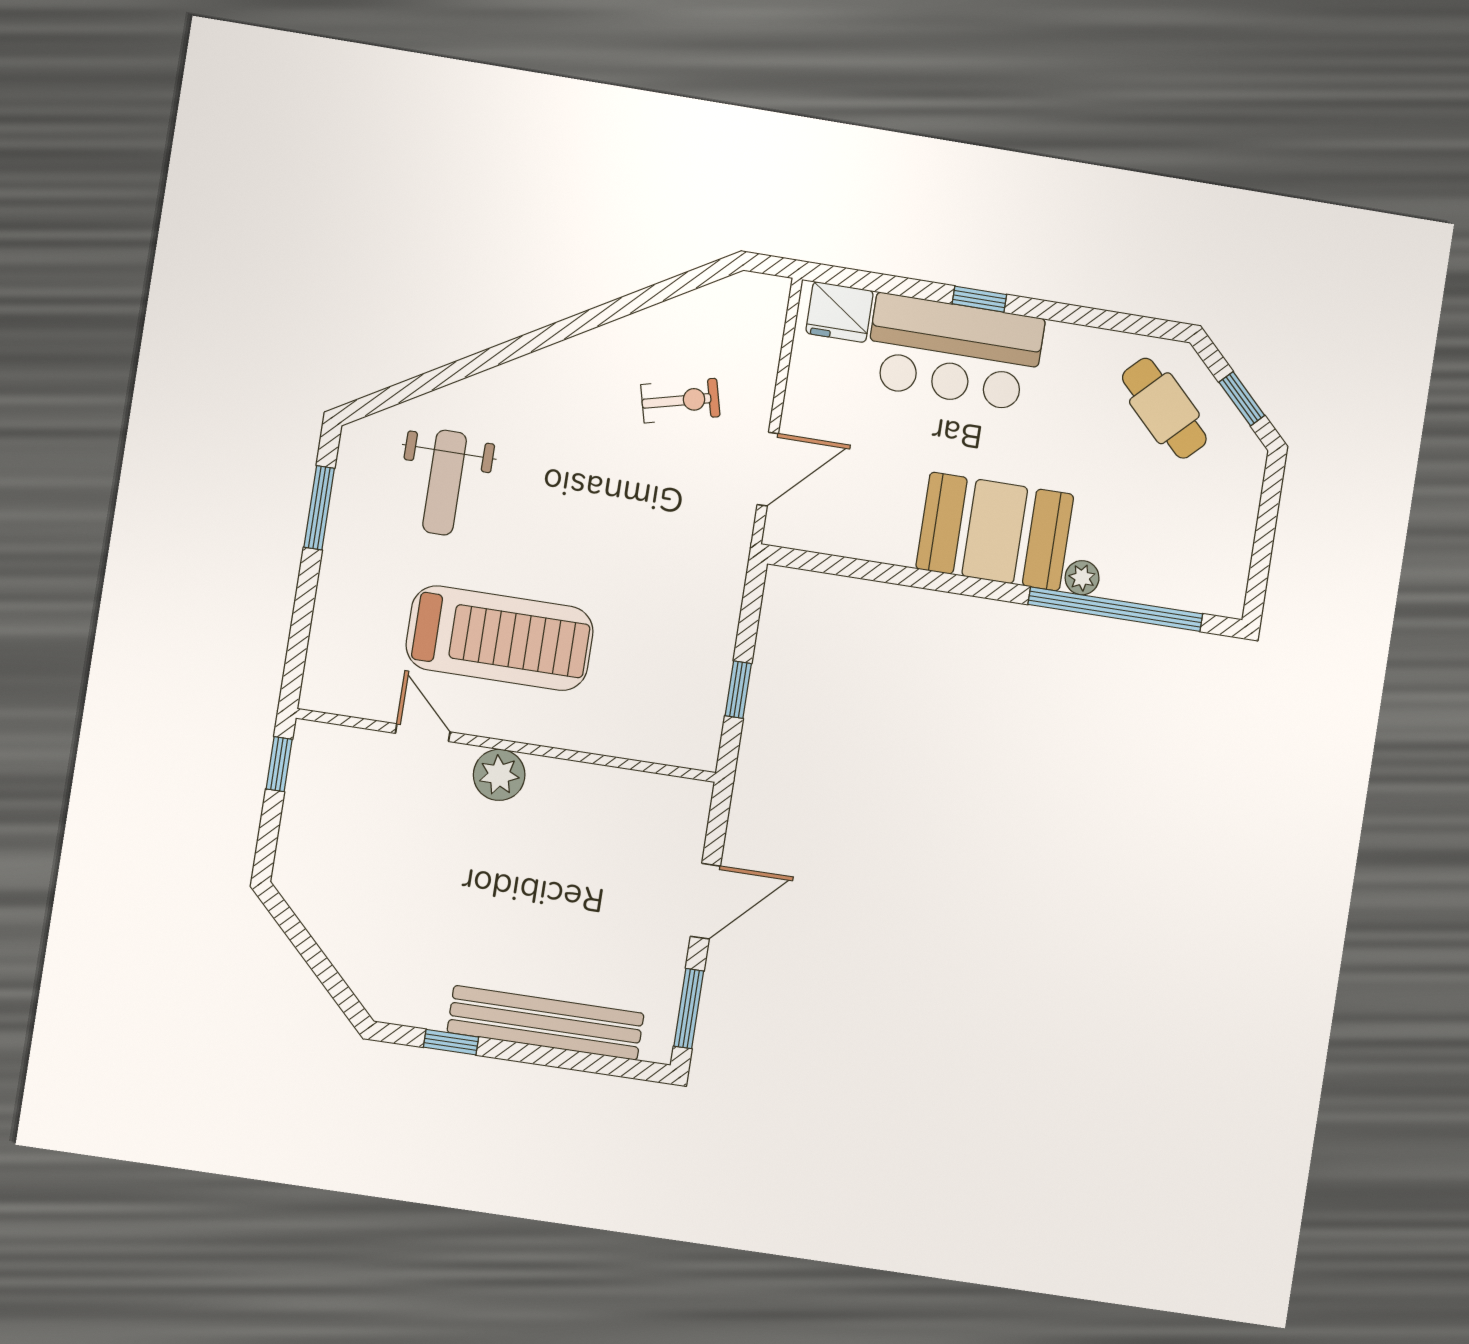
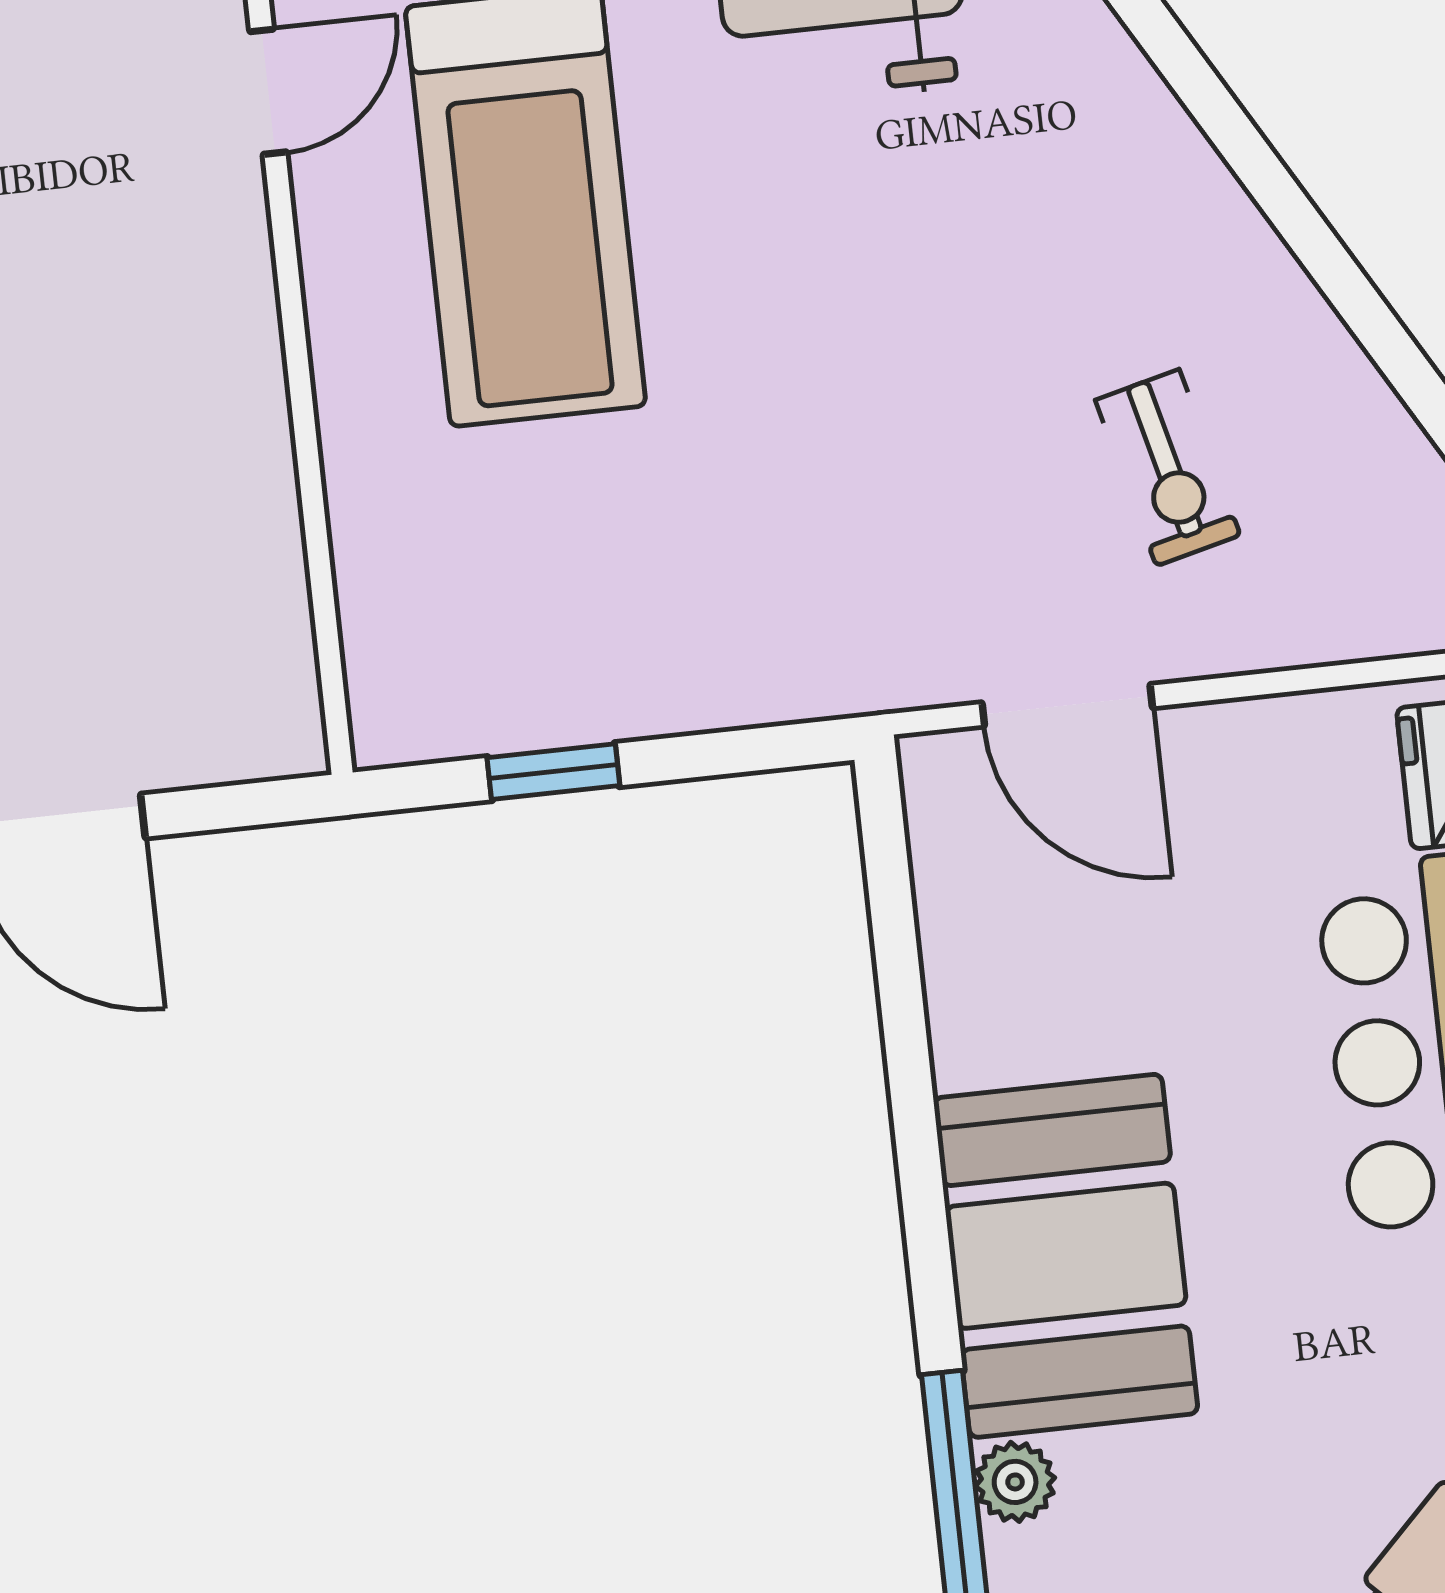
plant: (499, 775) -> (219, 287), removed

